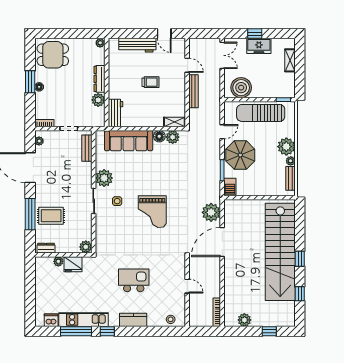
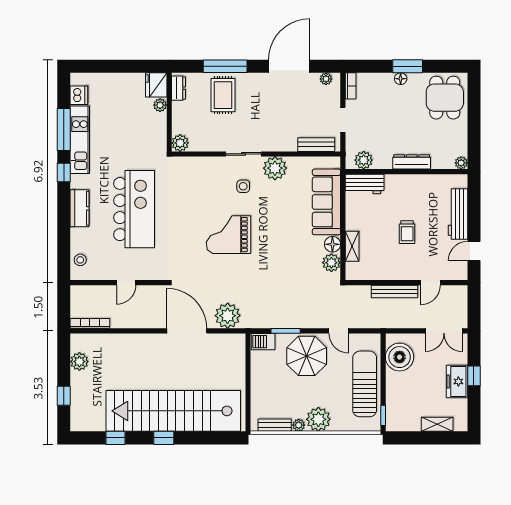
plant: (98, 100) -> (364, 160), moved
shelving: (174, 122) -> (352, 246), moved
fridge: (73, 264) -> (156, 85), moved
kitchen island: (134, 280) -> (134, 209), width x1.87, depth x1.28

